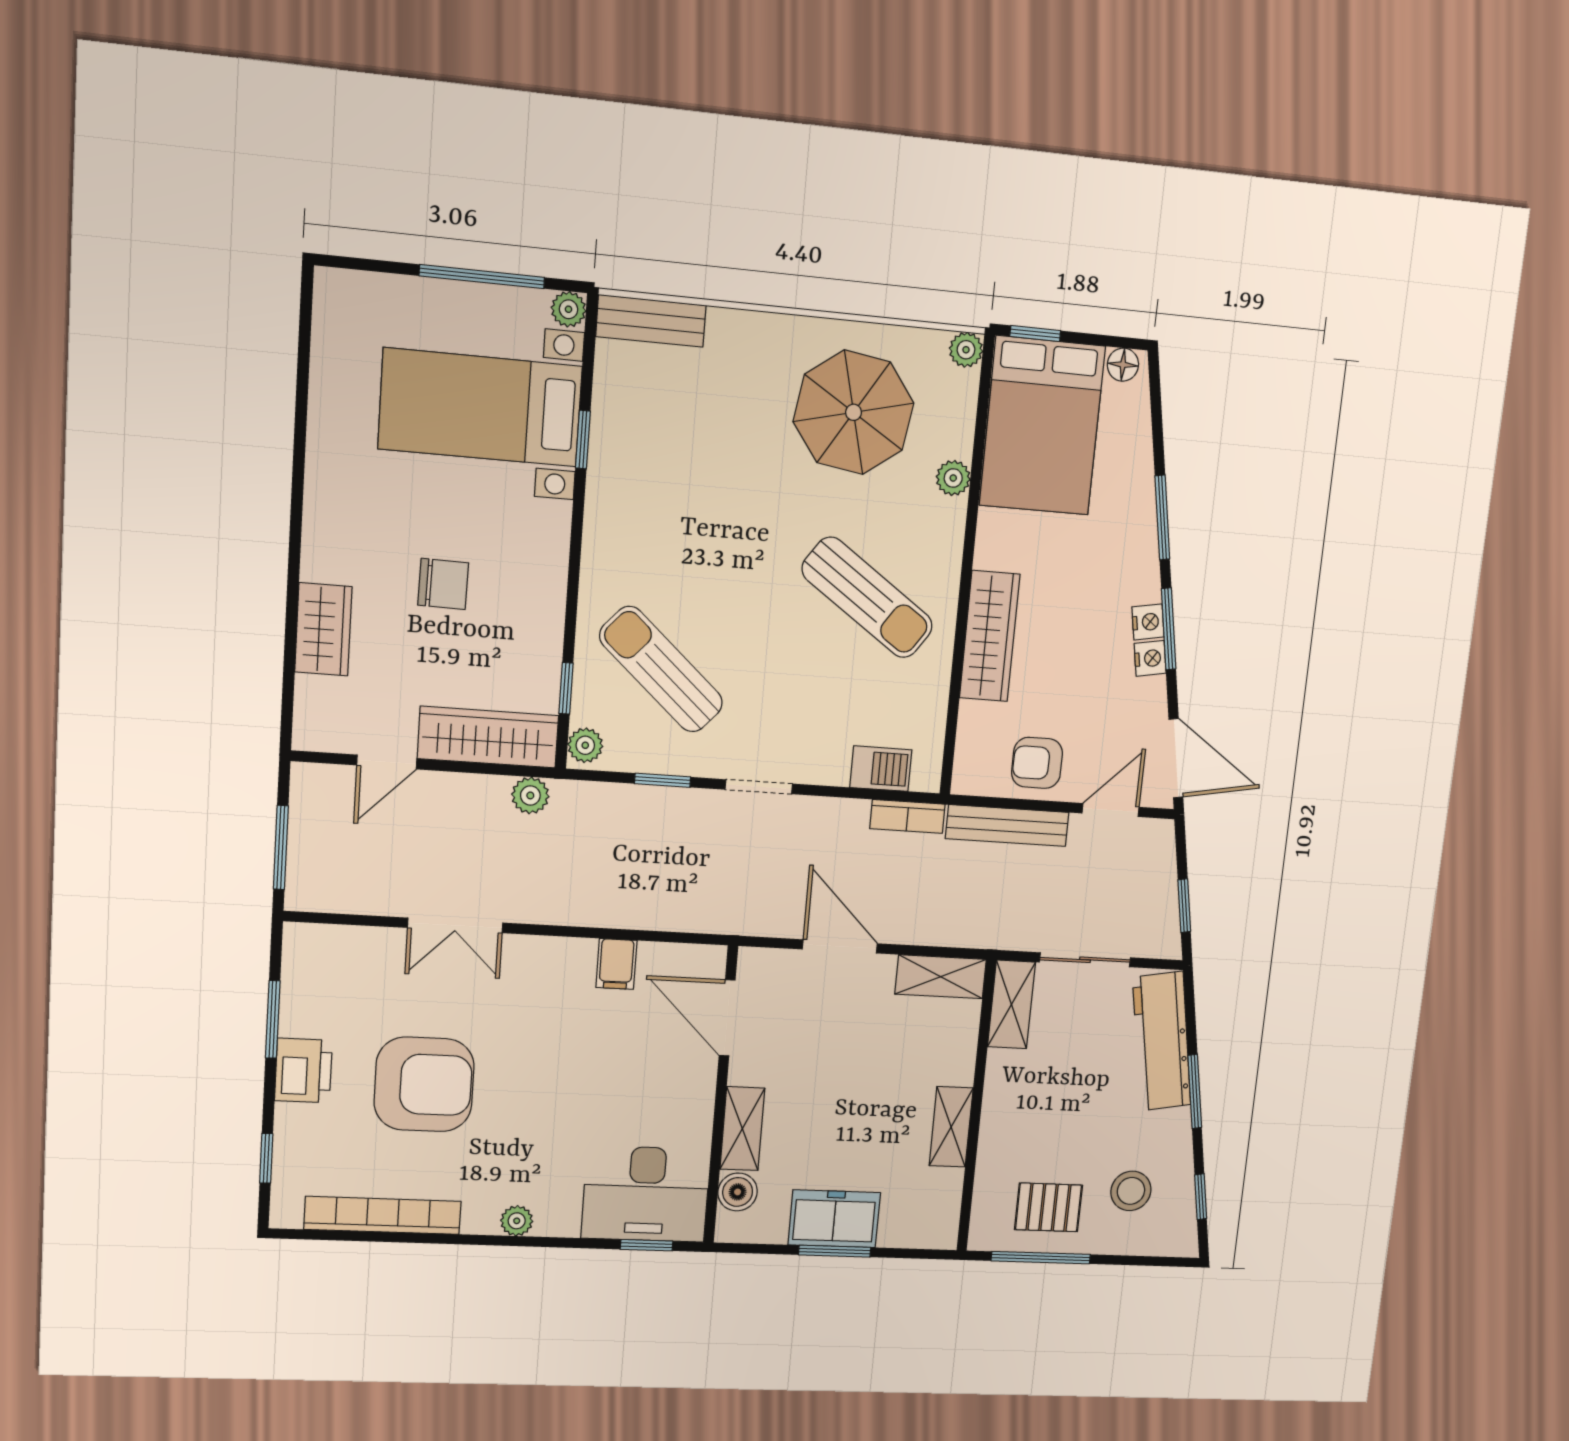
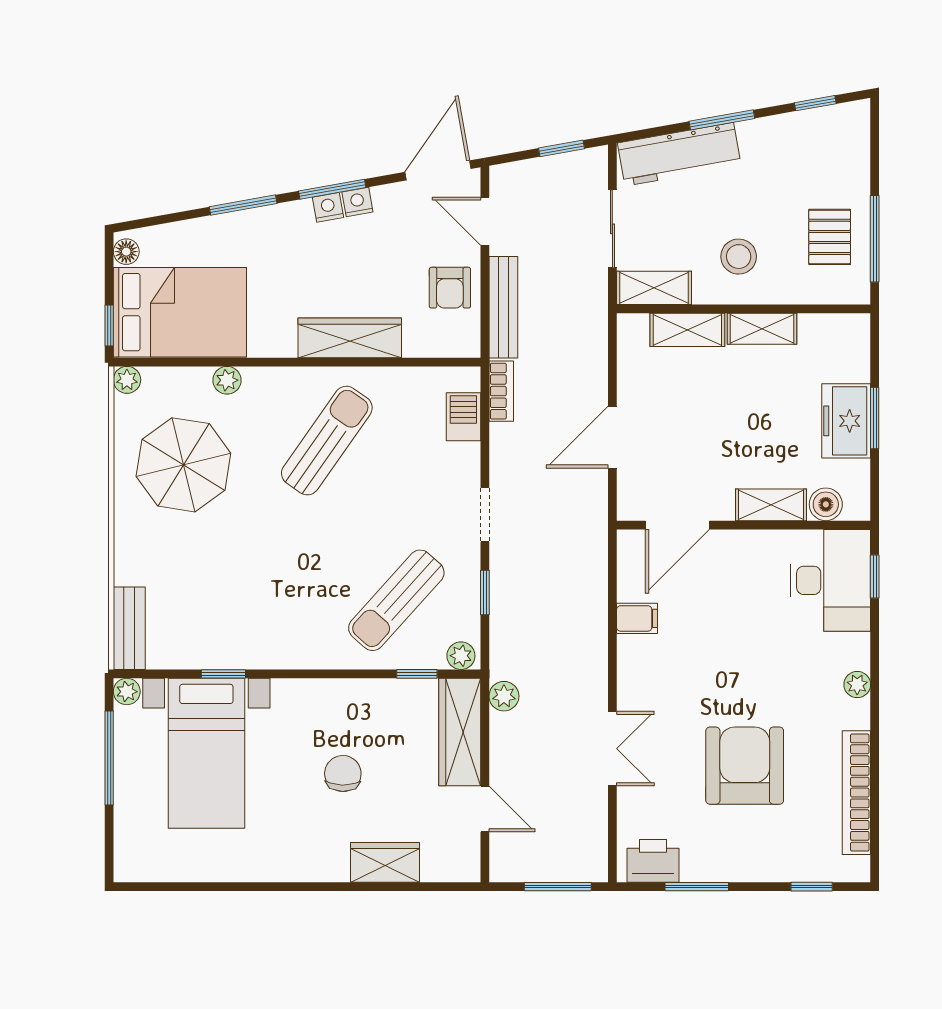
shelving: (941, 977) -> (687, 330), moved, turned 90
printer: (303, 1070) -> (653, 861), moved
stool: (1131, 1191) -> (739, 257), moved

